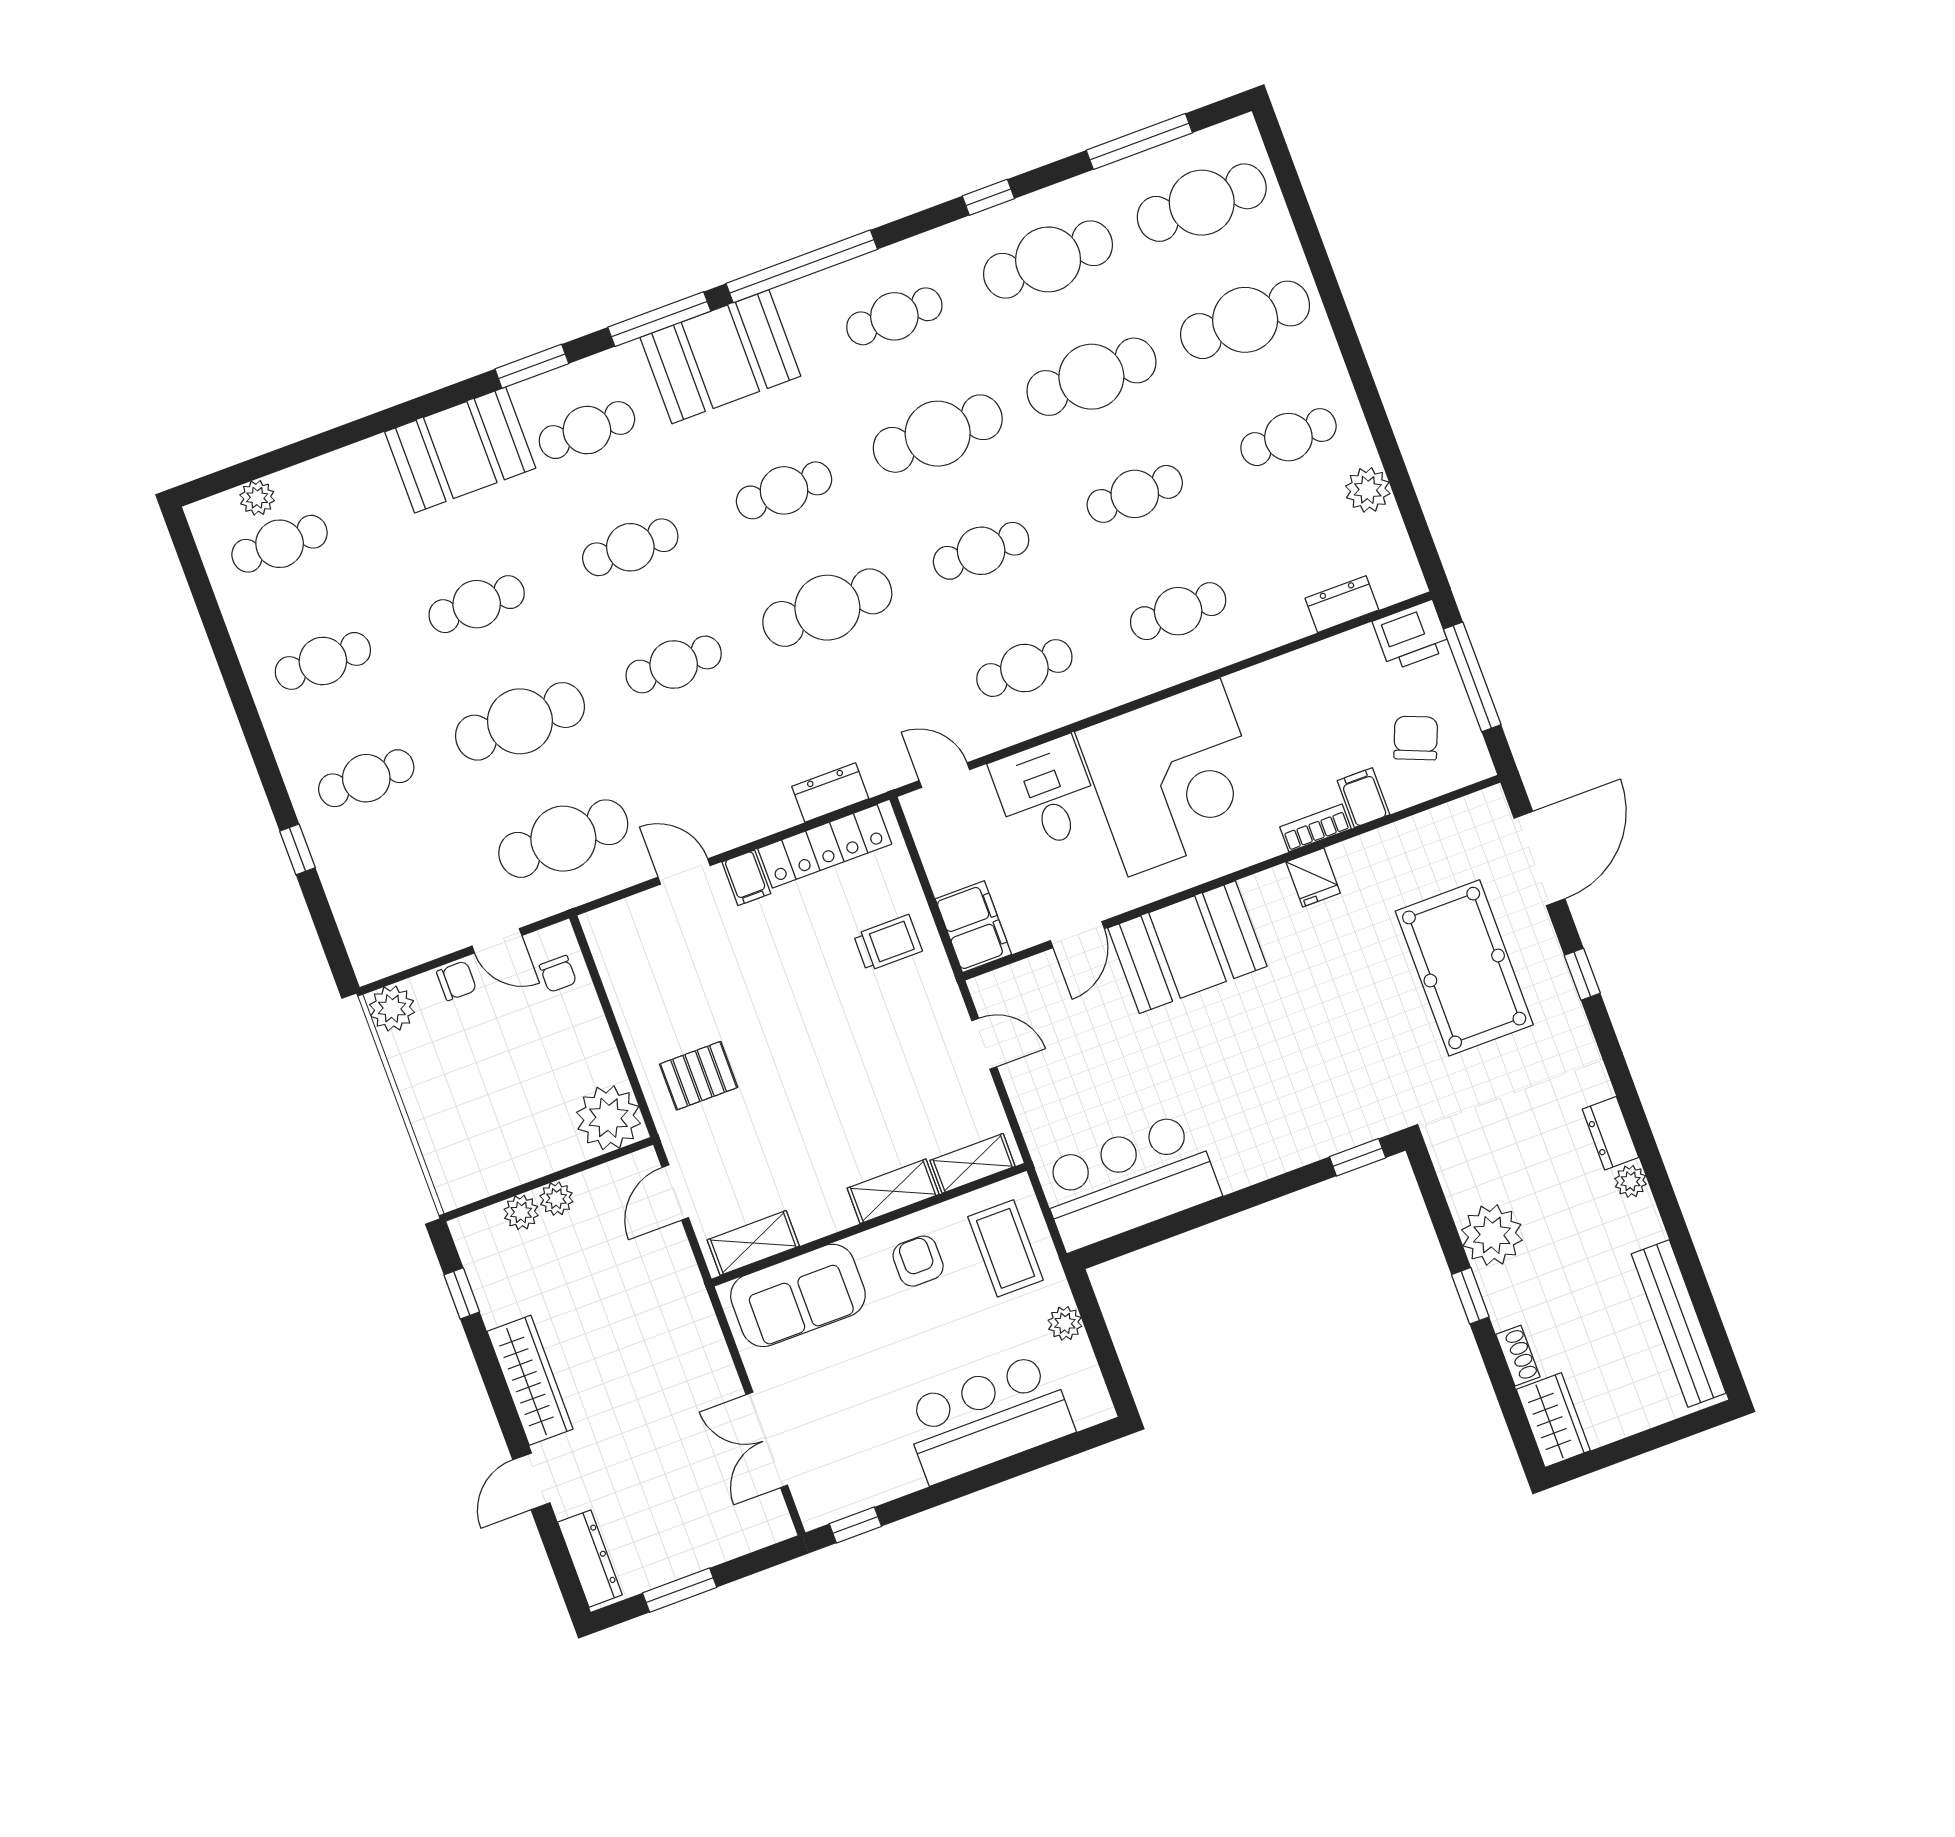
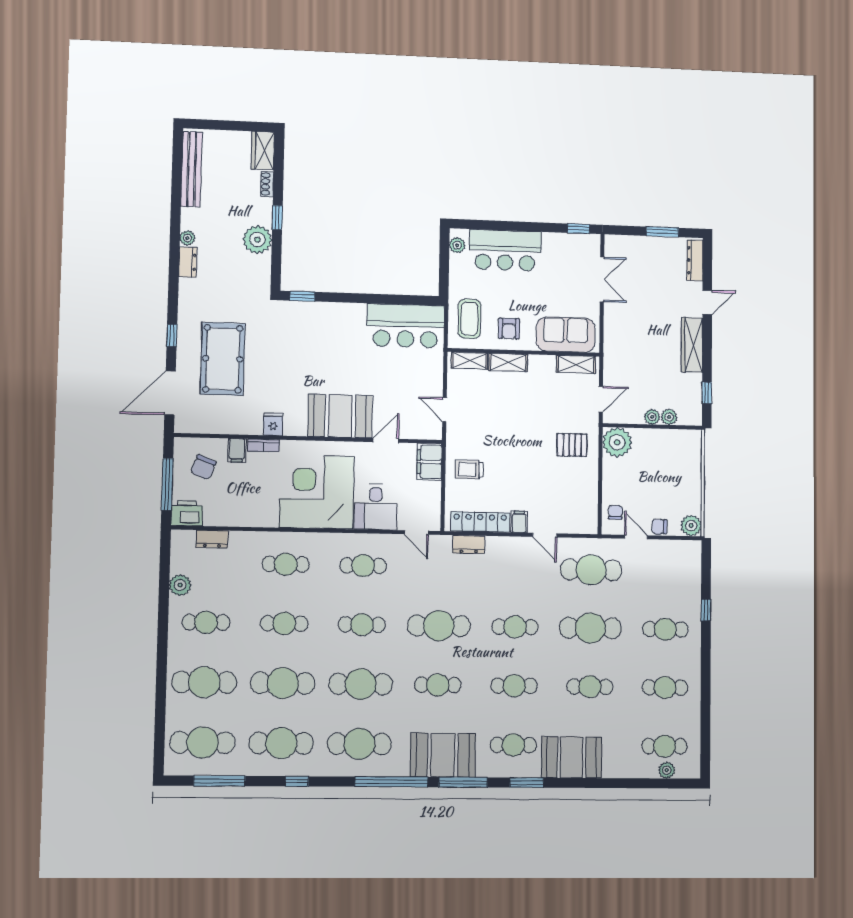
cafe table: (894, 316) -> (359, 744), width x1.37, depth x1.35
plant: (1065, 1323) -> (457, 245), moved

